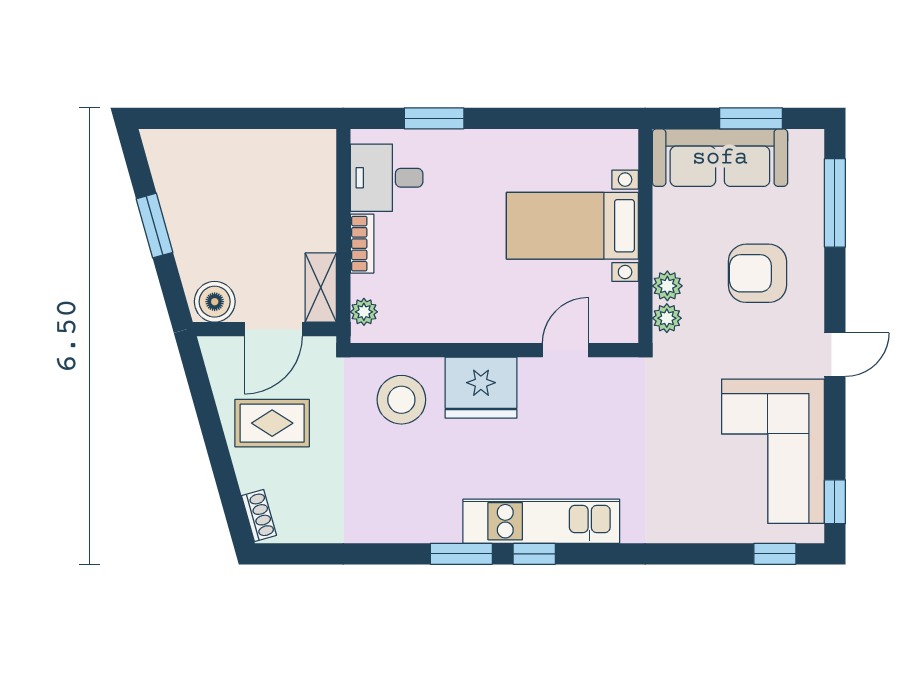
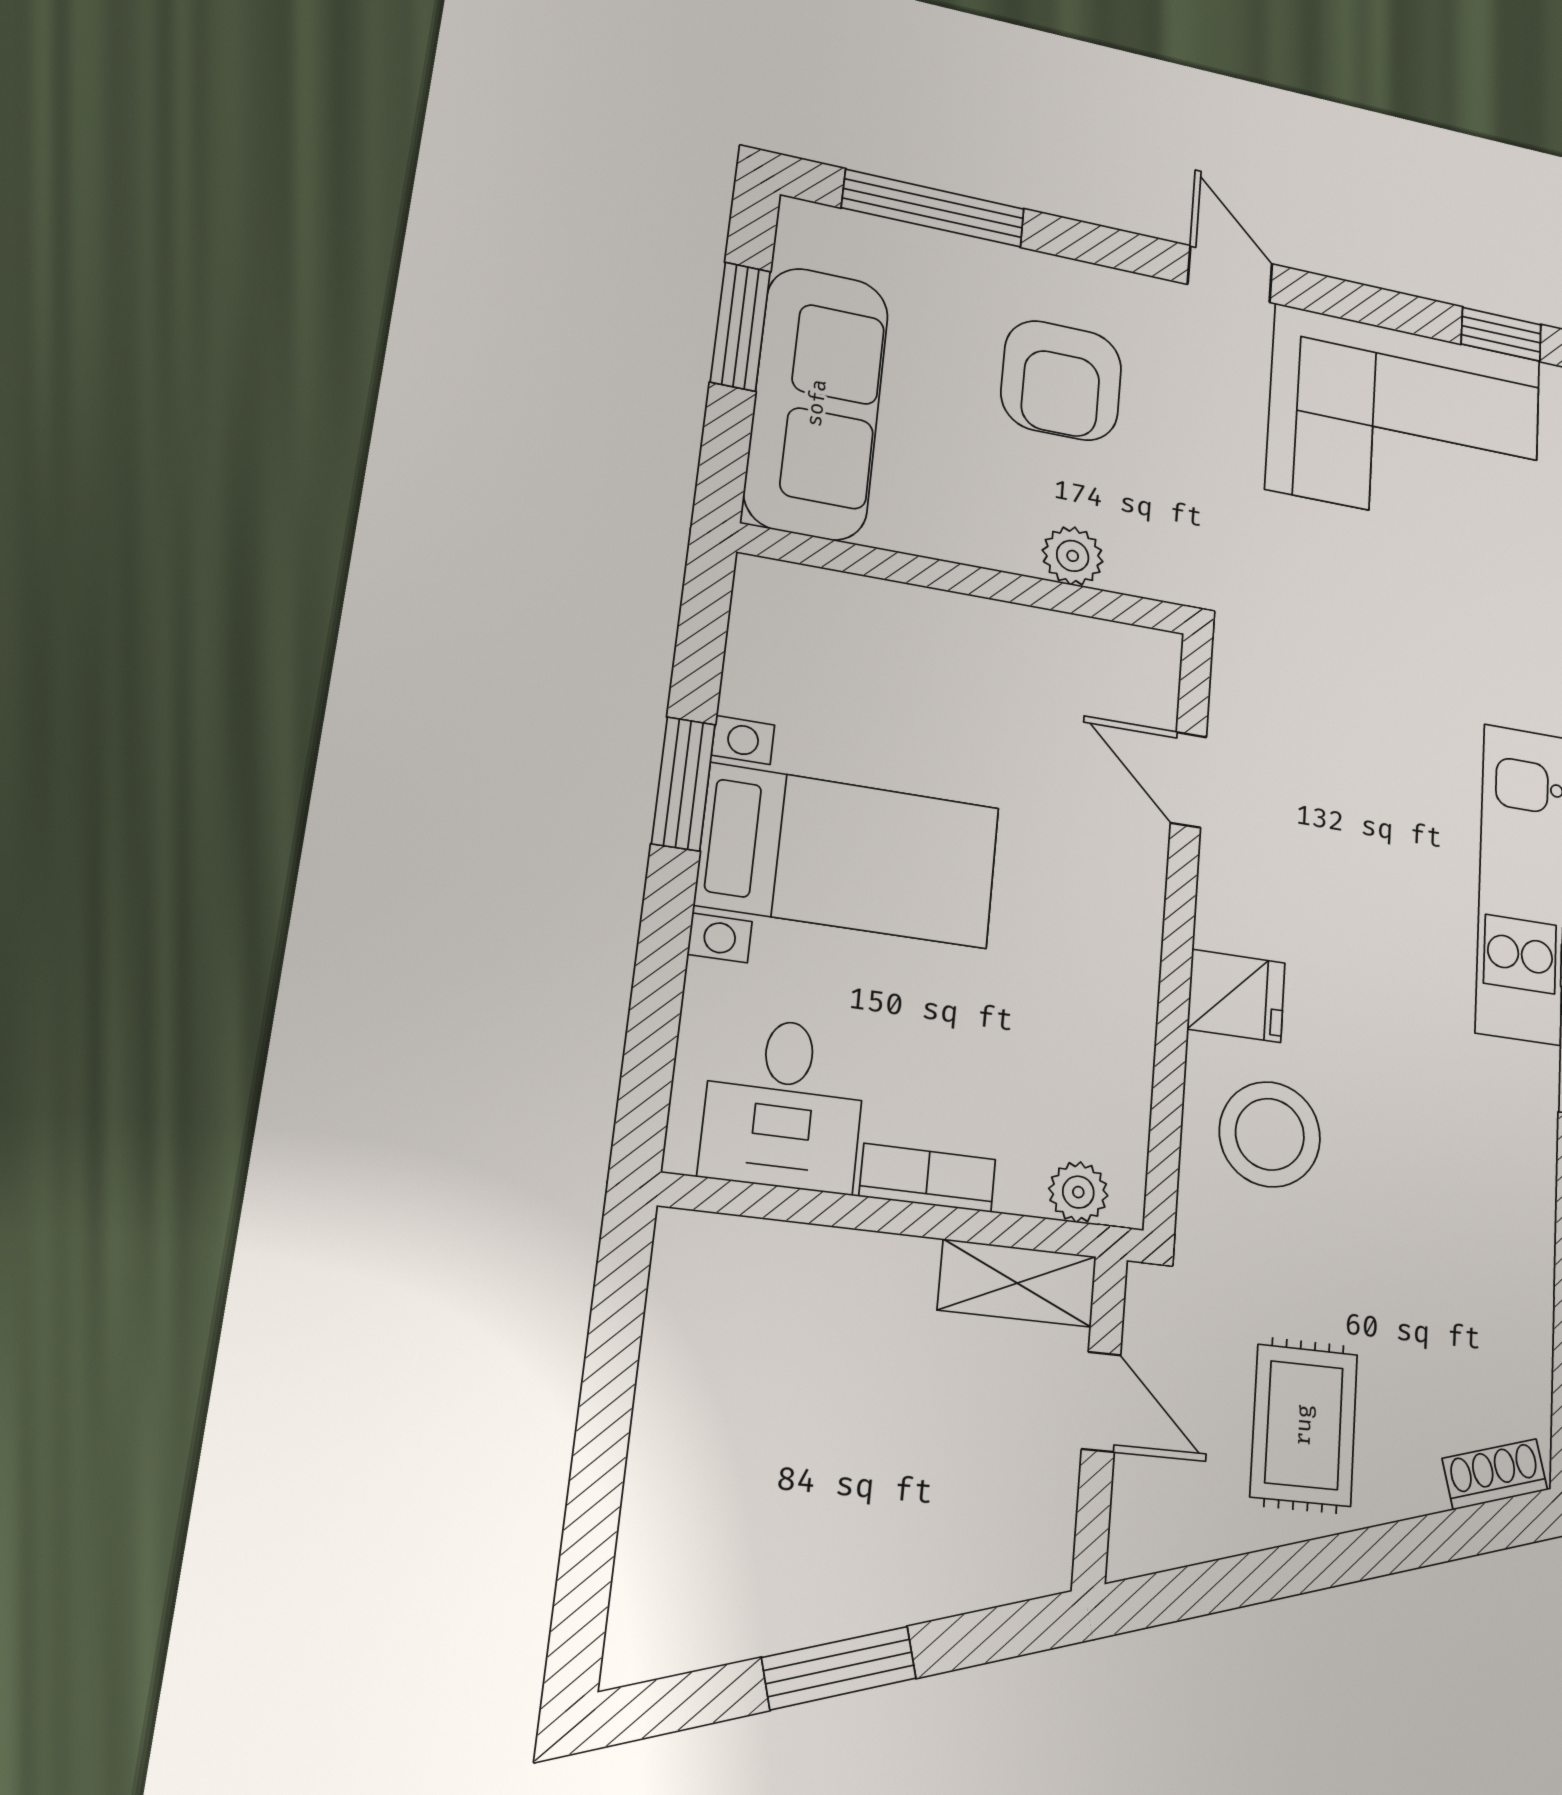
window: (434, 118) -> (683, 784), moved
bed with nightstands: (572, 226) -> (849, 856), moved, turned -90
boiler: (215, 302) -> (1030, 1534), removed
plant: (667, 318) -> (1138, 569), removed
door: (273, 329) -> (1101, 1402), width x0.73
fridge: (481, 388) -> (1236, 996), width x0.53, depth x0.75

